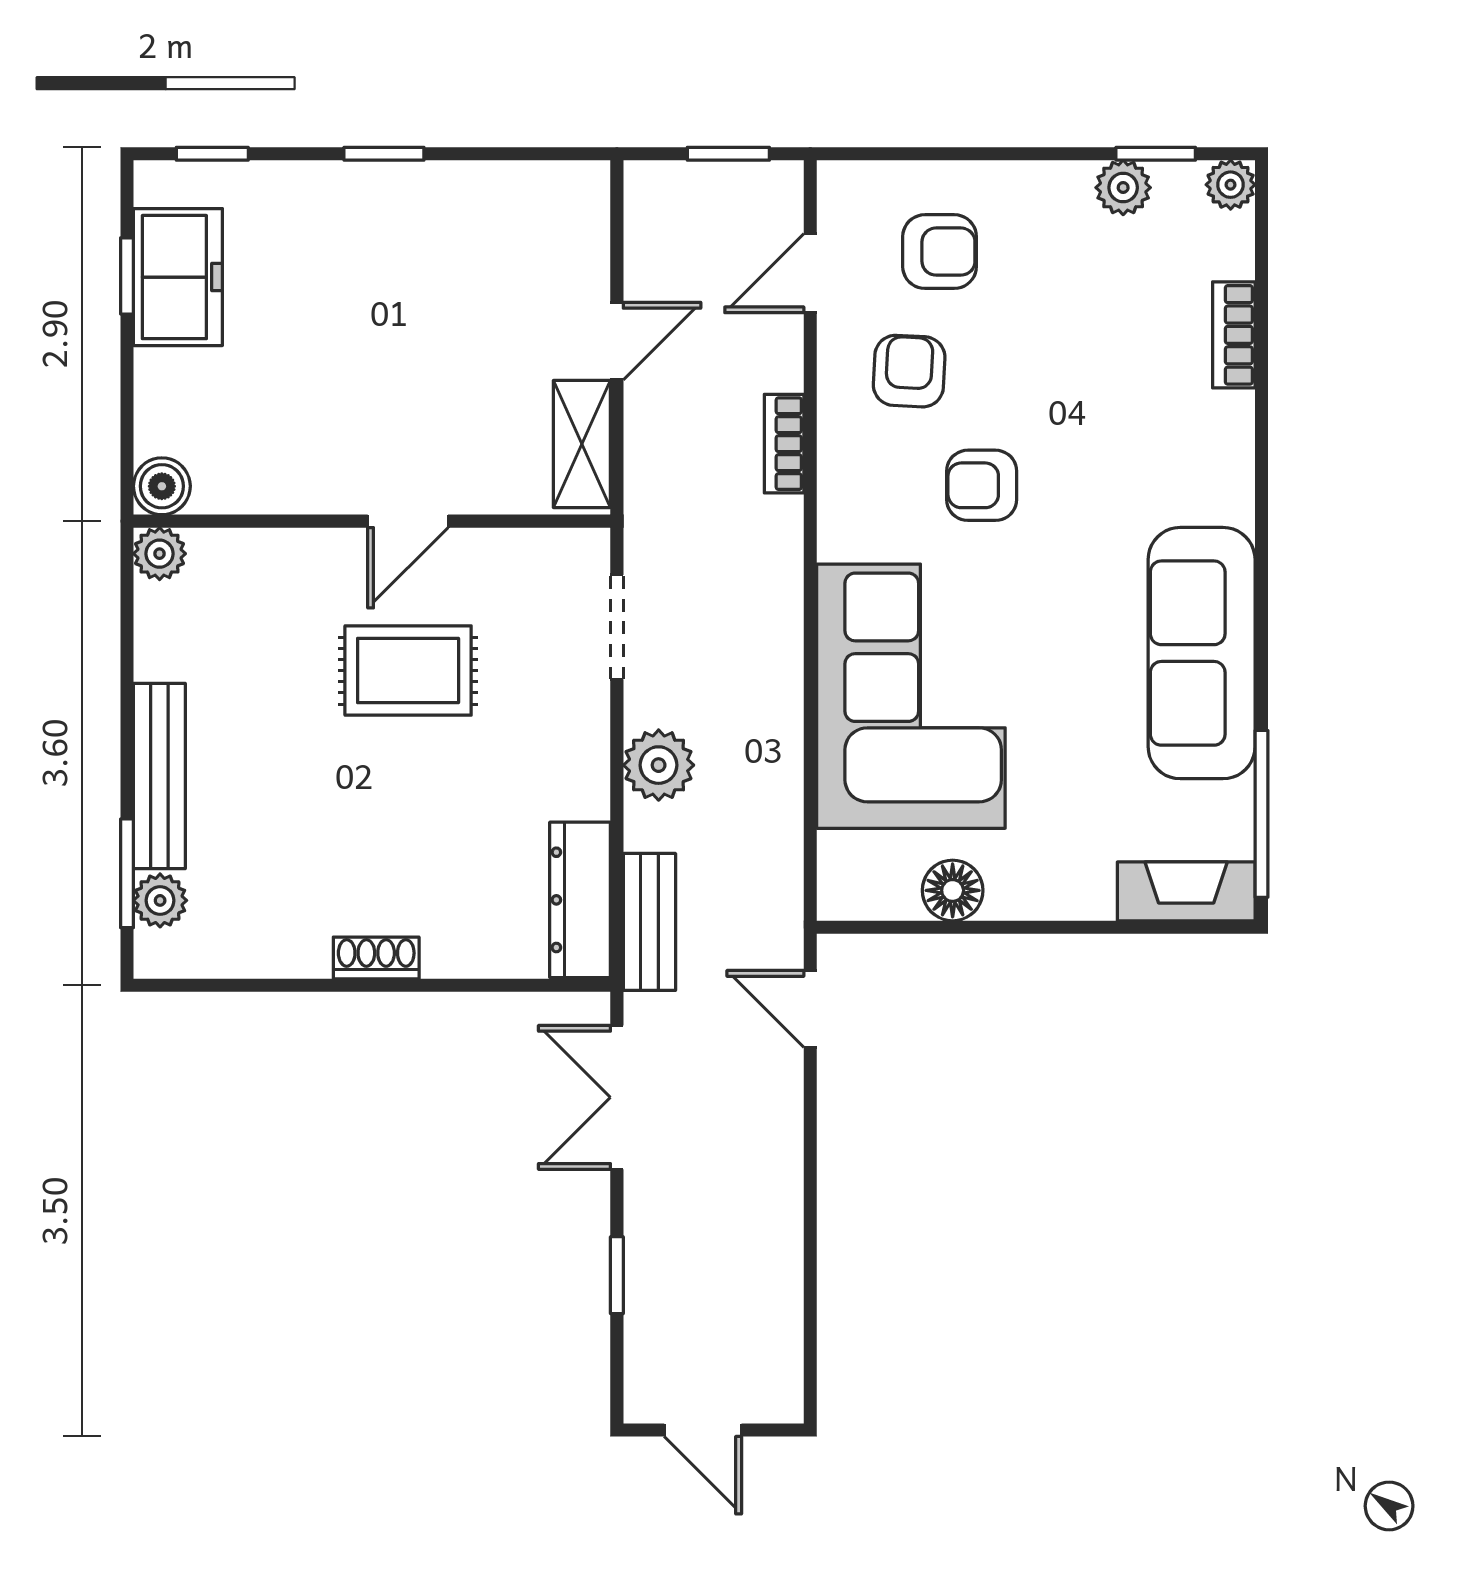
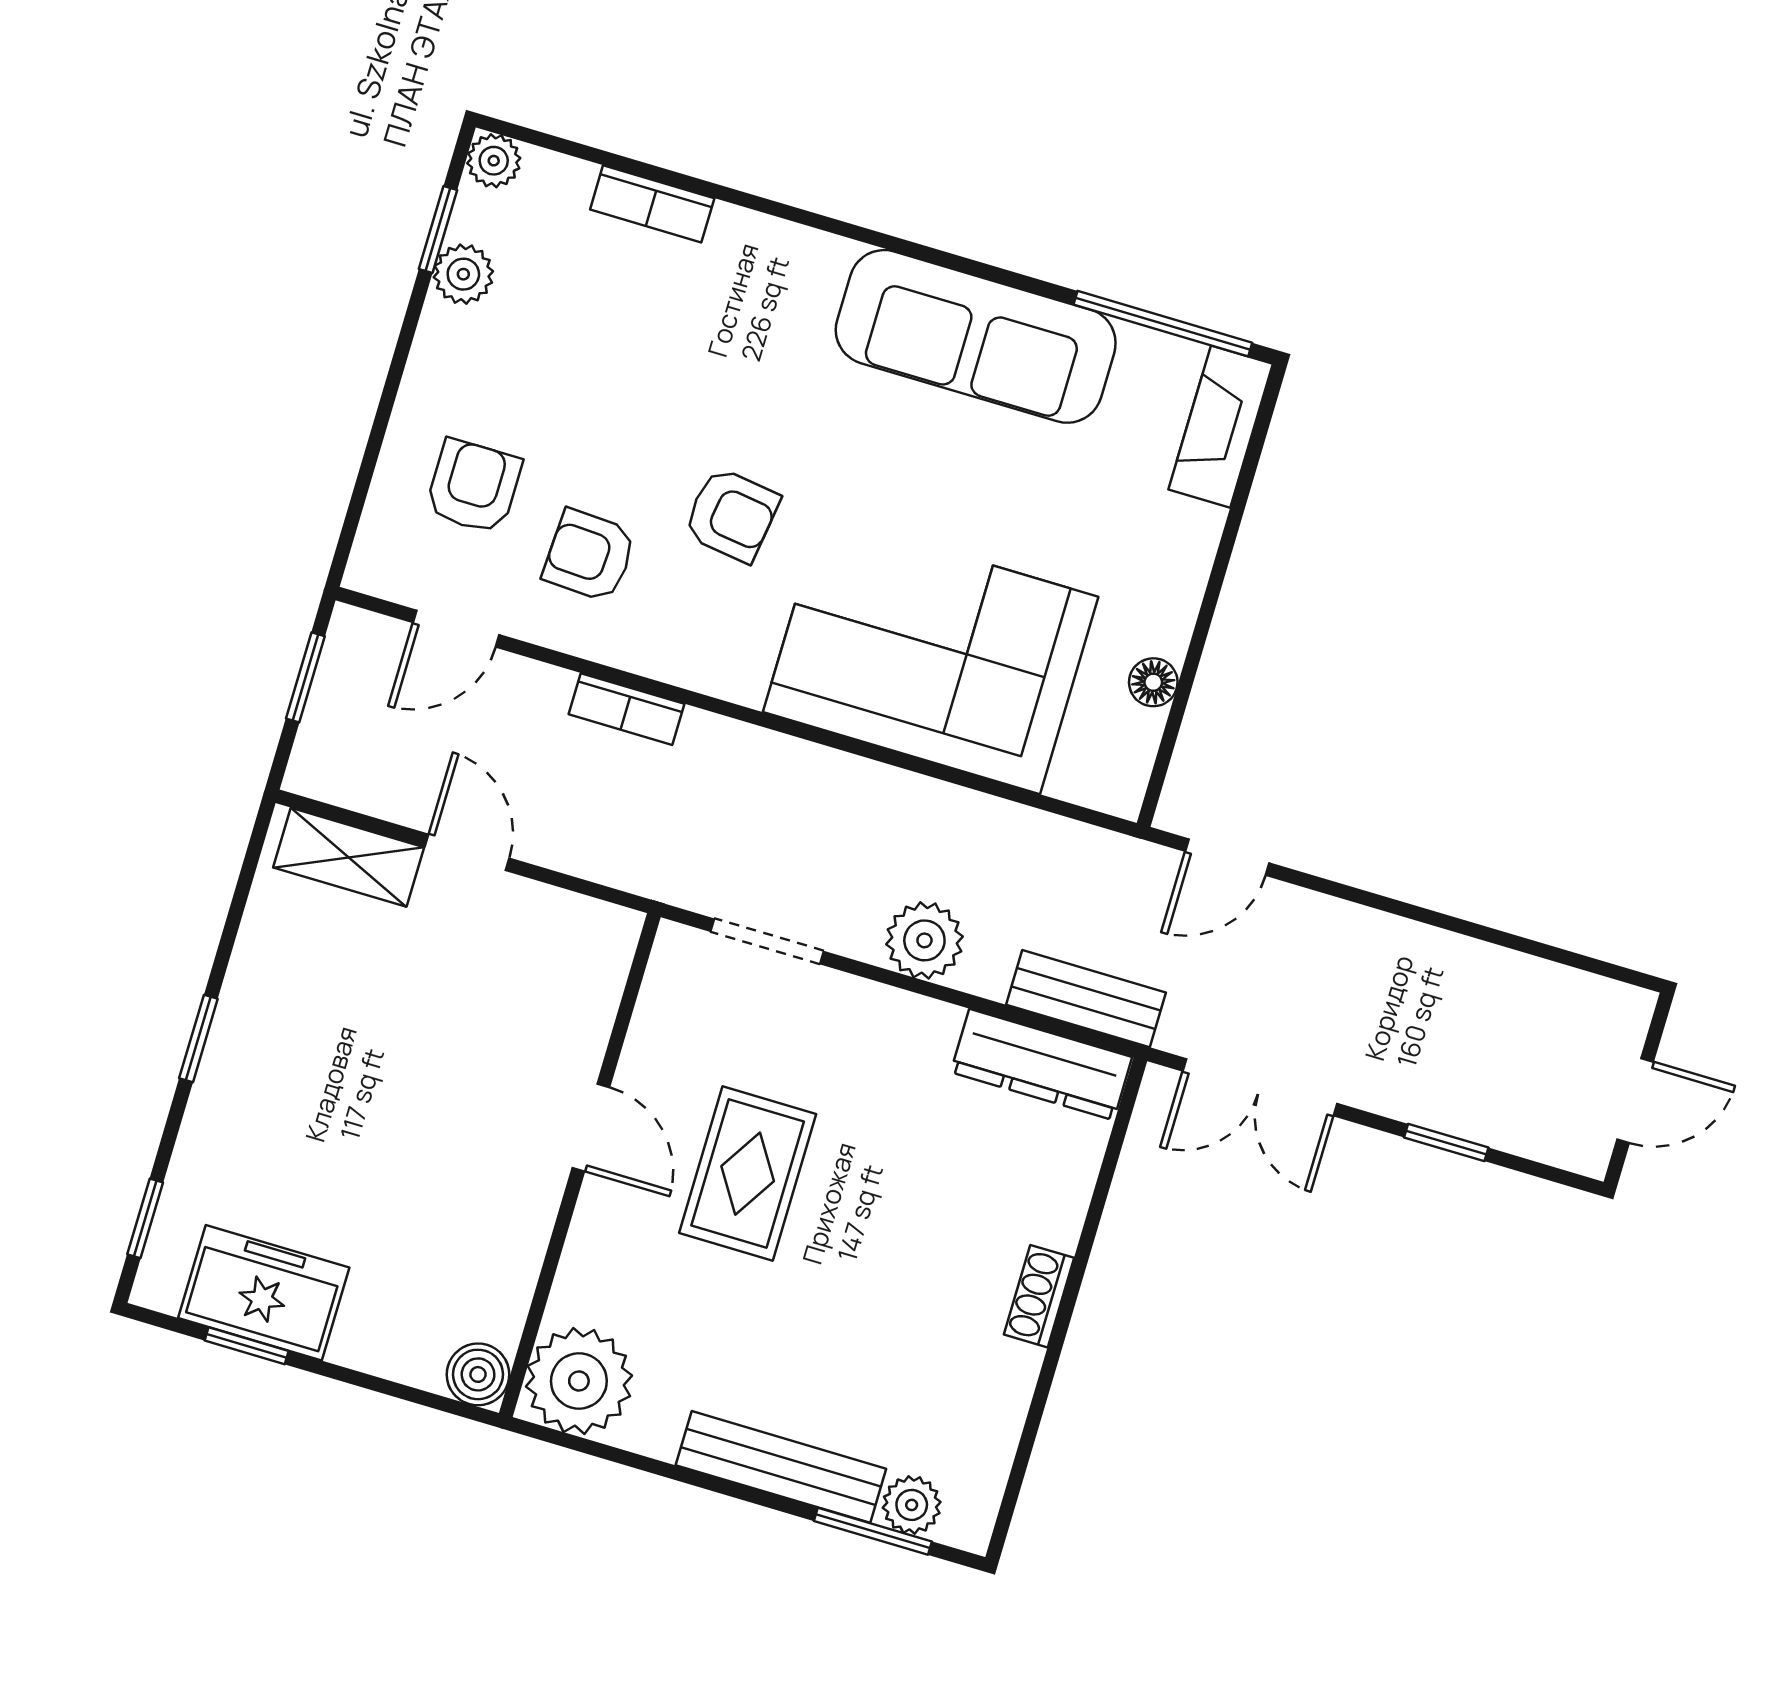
door: (810, 273) -> (456, 629), hinge flipped
shelving: (582, 444) -> (349, 857), moved
armchair: (982, 485) -> (732, 515), turned -82
plant: (160, 554) -> (579, 1381), width x1.88, depth x1.88
floor lamp: (953, 890) -> (1153, 682), width x0.73, depth x0.73

